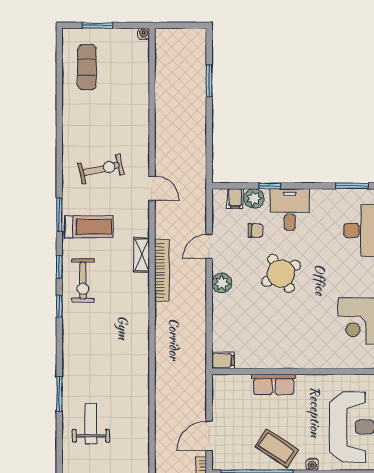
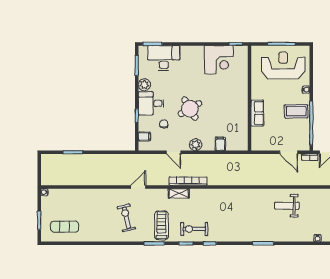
plant: (254, 199) -> (144, 85), moved
exercise bike: (83, 281) -> (194, 229), turned 180
filing cabinet: (223, 360) -> (220, 144), moved
weight bench: (91, 424) -> (287, 206), moved
coffee table: (277, 448) -> (296, 111), turned 57

